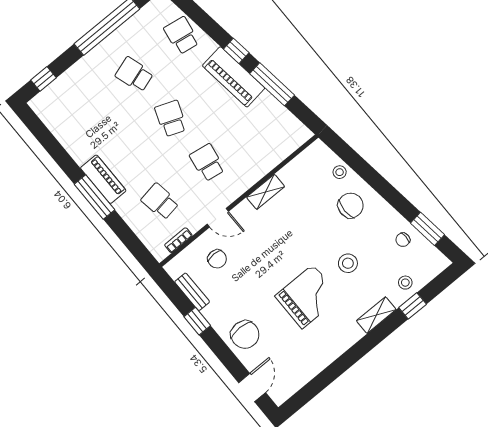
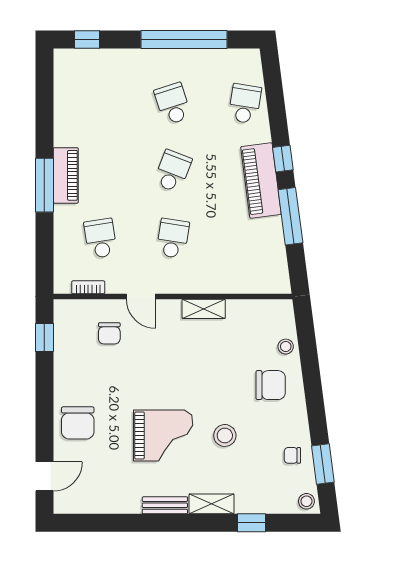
stool: (405, 283) -> (306, 501), moved
bench: (192, 292) -> (165, 505), moved, turned 90
window: (197, 321) -> (44, 337), moved

